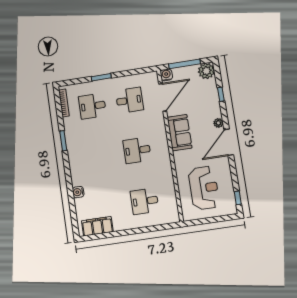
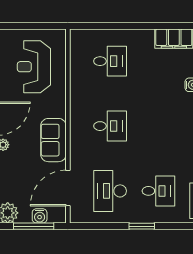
water cooler: (166, 75) -> (40, 216), moved
desk: (130, 100) -> (110, 191), width x1.37

